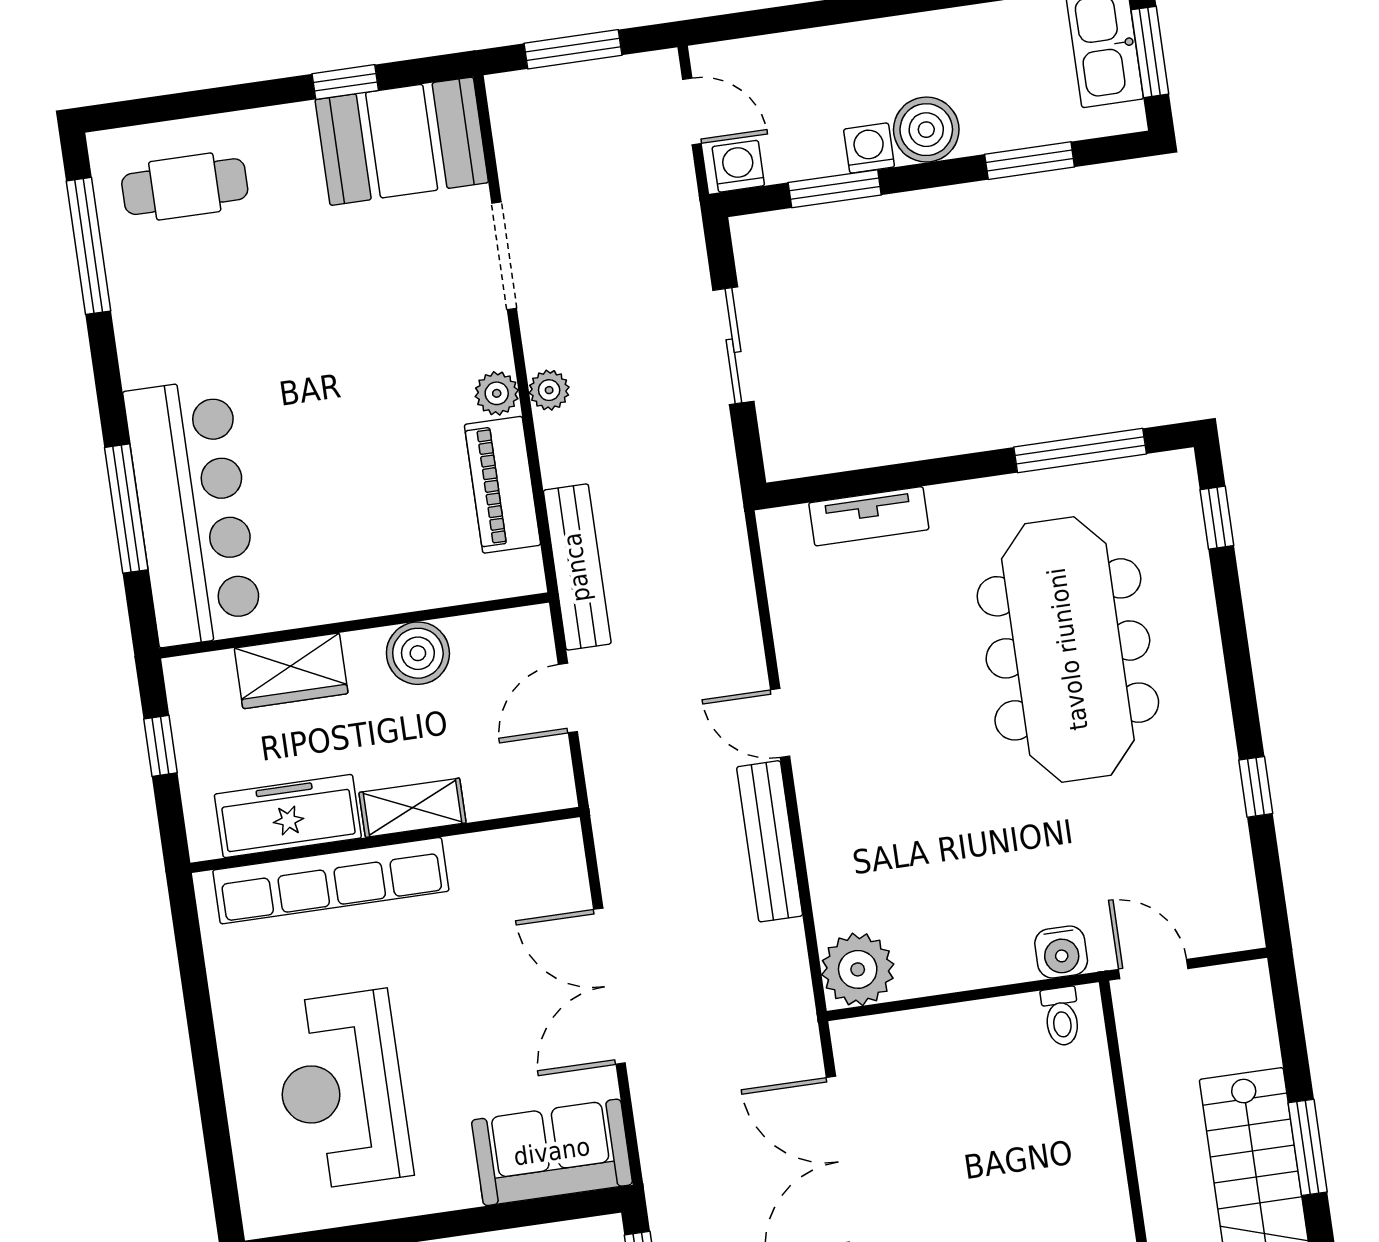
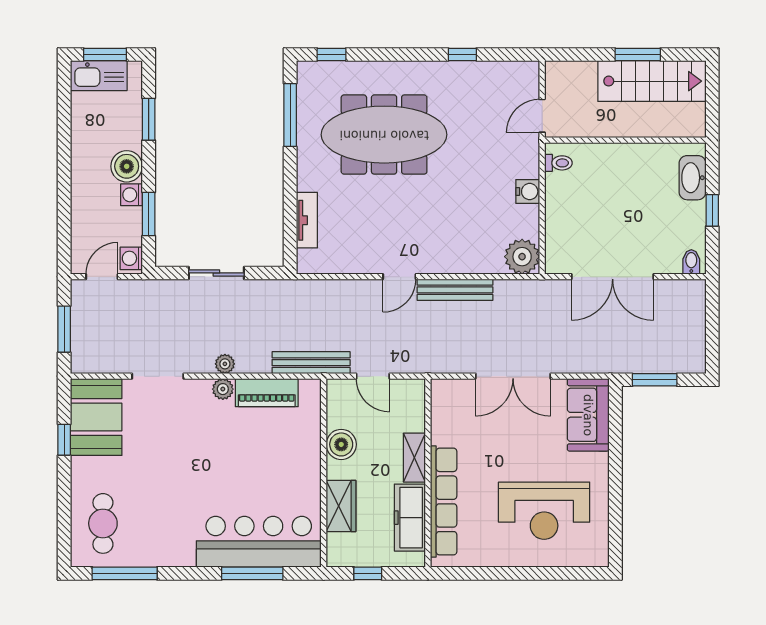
water cooler: (1061, 952) -> (528, 192), moved

